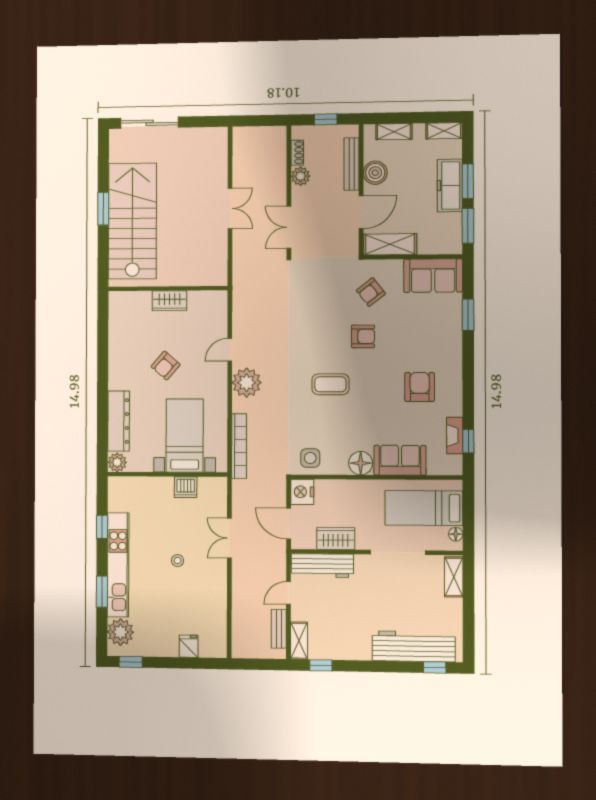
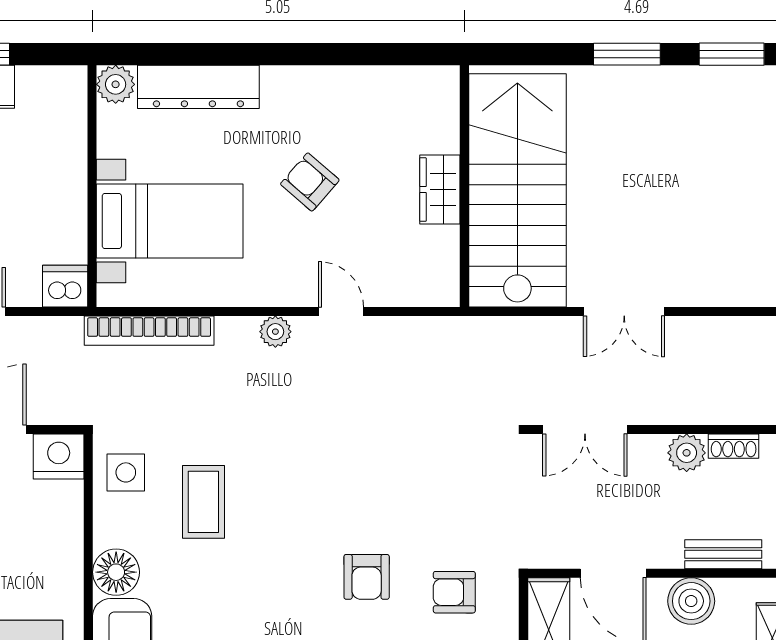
window: (103, 157) -> (732, 54), added
bench: (352, 164) -> (723, 554), width x0.73
stairs: (132, 221) -> (517, 190), moved, turned -90
double door: (289, 227) -> (585, 429), swing flipped
armchair: (371, 292) -> (454, 592), turned -52
plant: (247, 383) -> (275, 332), width x0.53, depth x0.53
coffee table: (330, 384) -> (203, 502), moved
dishwasher: (186, 487) -> (65, 286), moved, turned 90

